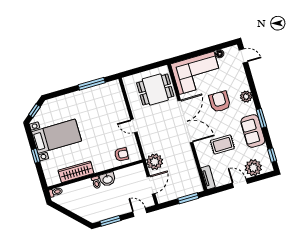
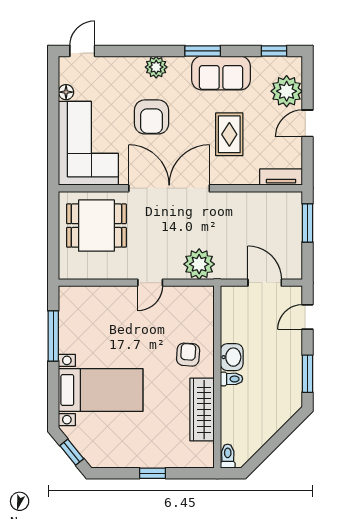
dining table: (155, 90) -> (96, 226), turned 90
armchair: (220, 102) -> (151, 117), turned -90
bed with nightstands: (56, 136) -> (101, 390), moved, turned 90
armchair: (121, 154) -> (188, 355), moved
plant: (155, 162) -> (199, 264), moved

